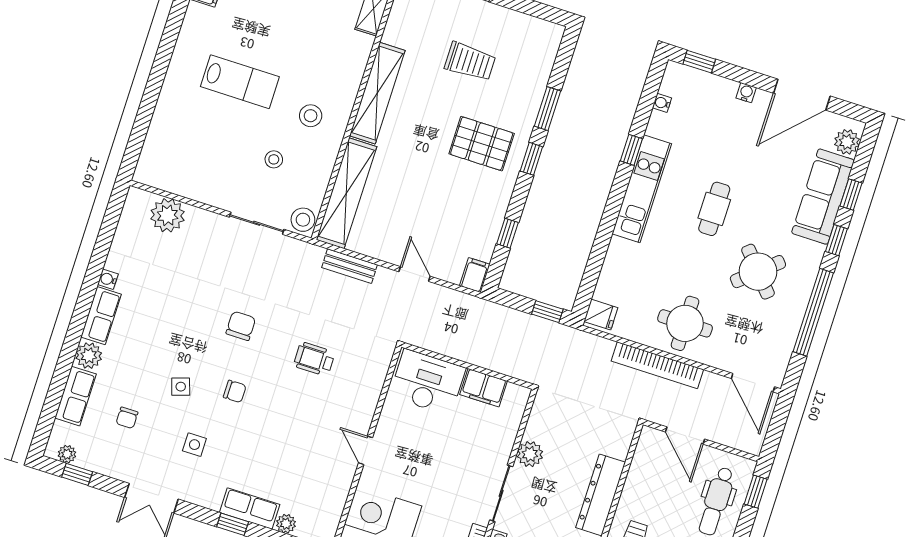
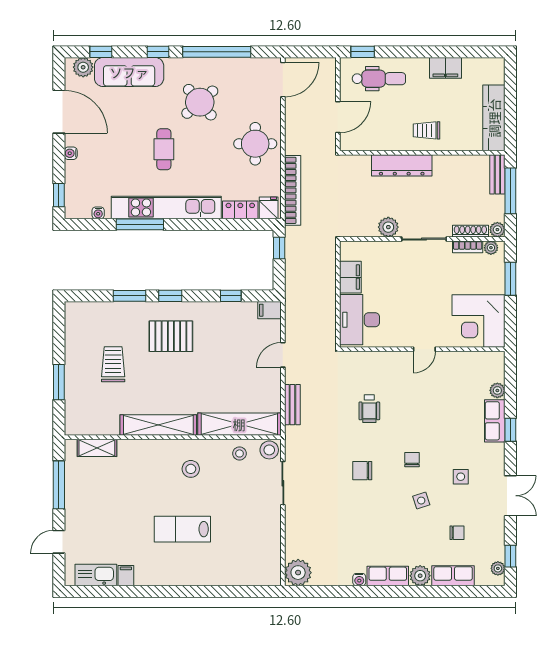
lab bench: (240, 82) -> (182, 529), turned -90
pallet: (482, 144) -> (171, 336), turned 90
window: (631, 150) -> (140, 224), width x2.17
stool: (274, 159) -> (239, 453), moved
kitchen unit: (642, 189) -> (166, 207), width x1.36
window: (851, 195) -> (101, 52), moved
cafe table: (714, 209) -> (164, 149), turned 90
plant: (168, 215) -> (298, 573), moved
locker: (610, 279) -> (240, 210), added
bookcase: (657, 365) -> (293, 190), moved

